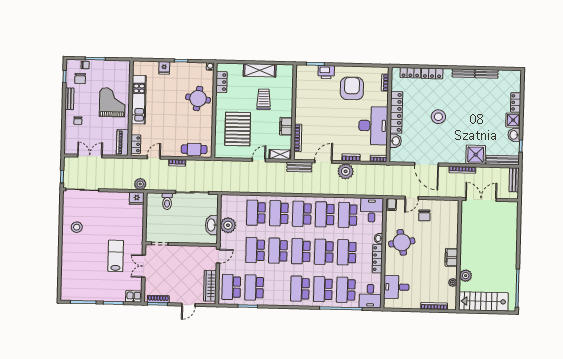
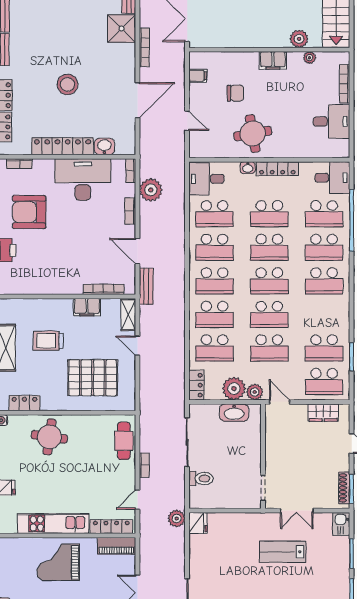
locker: (136, 144) -> (111, 527), width x1.53
door: (154, 158) -> (137, 500), hinge flipped
plant: (346, 171) -> (151, 190), moved
locker: (231, 200) -> (196, 385), added
filing cabinet: (392, 205) -> (198, 76), moved
chair: (424, 215) -> (235, 93), moved
plant: (225, 239) -> (255, 392), added
wardrobe: (210, 286) -> (323, 413), width x0.67
desk: (396, 287) -> (331, 121), moved, turned -90

